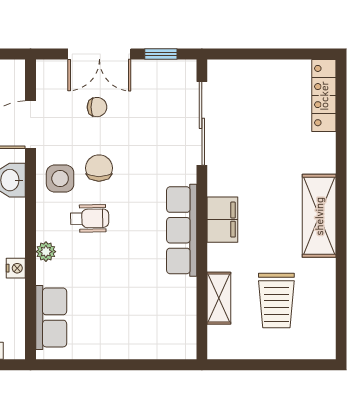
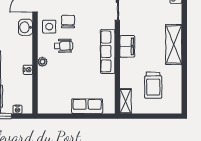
shelving: (219, 298) -> (126, 101), moved
row of seats: (51, 317) -> (87, 106), moved, turned -90

